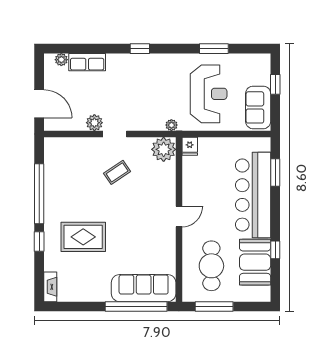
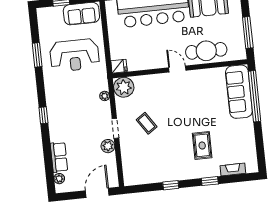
reception desk: (209, 94) -> (75, 55), turned 180
plant: (171, 125) -> (105, 96), moved
window: (39, 194) -> (171, 185), width x0.32
rug: (83, 237) -> (202, 145), width x0.73, depth x0.70
cafe table: (211, 266) -> (206, 51), moved
fireplace: (50, 287) -> (233, 169), moved

